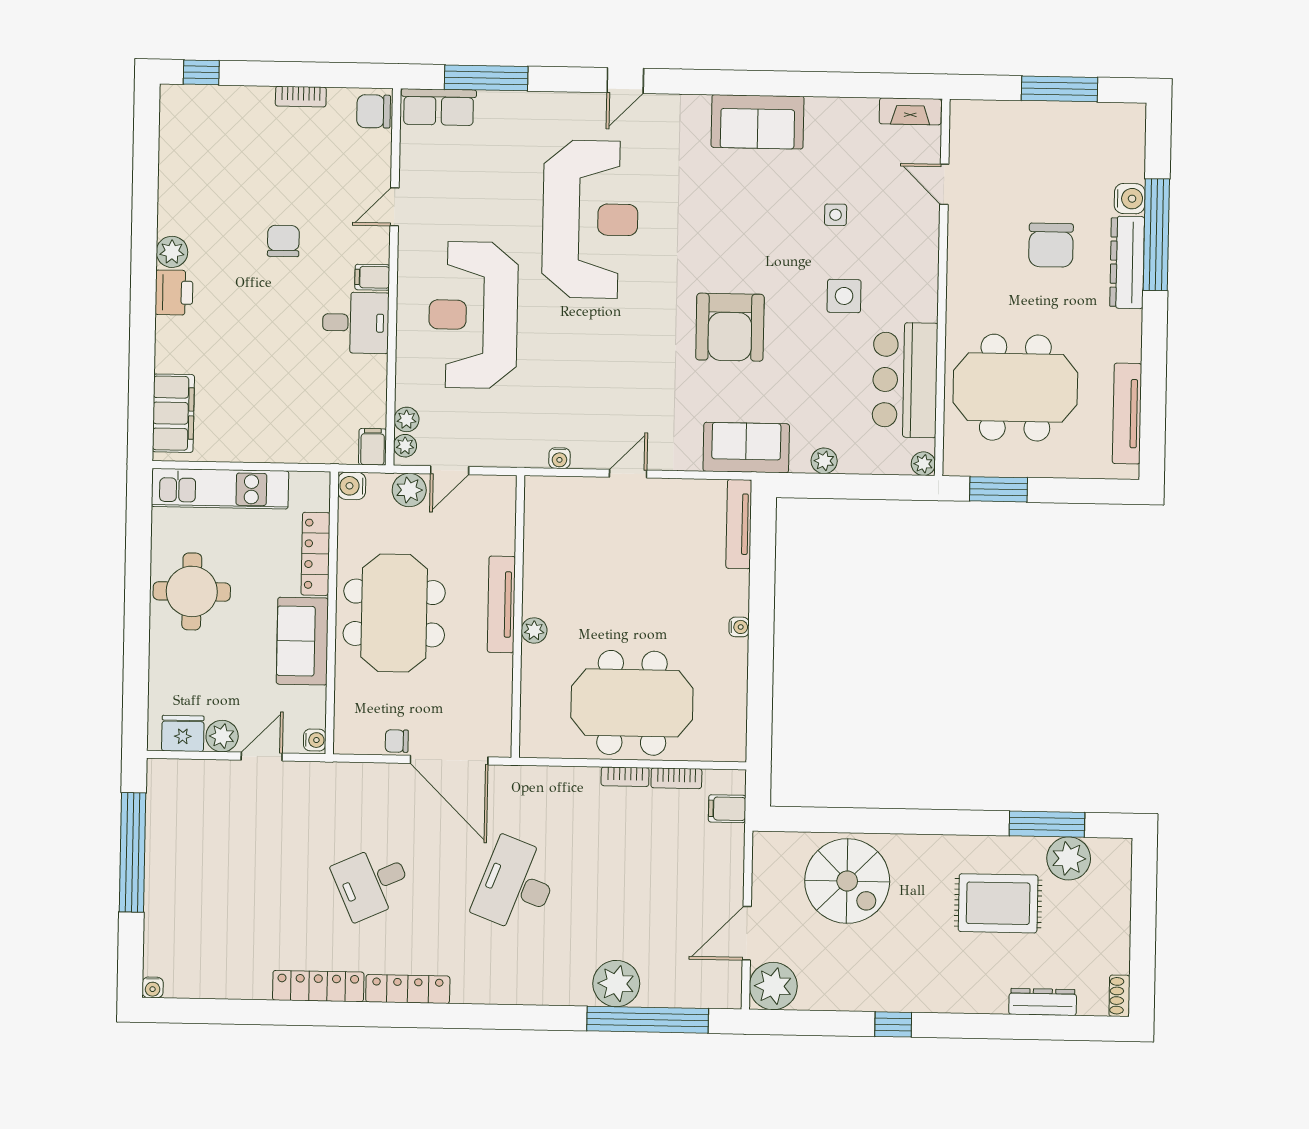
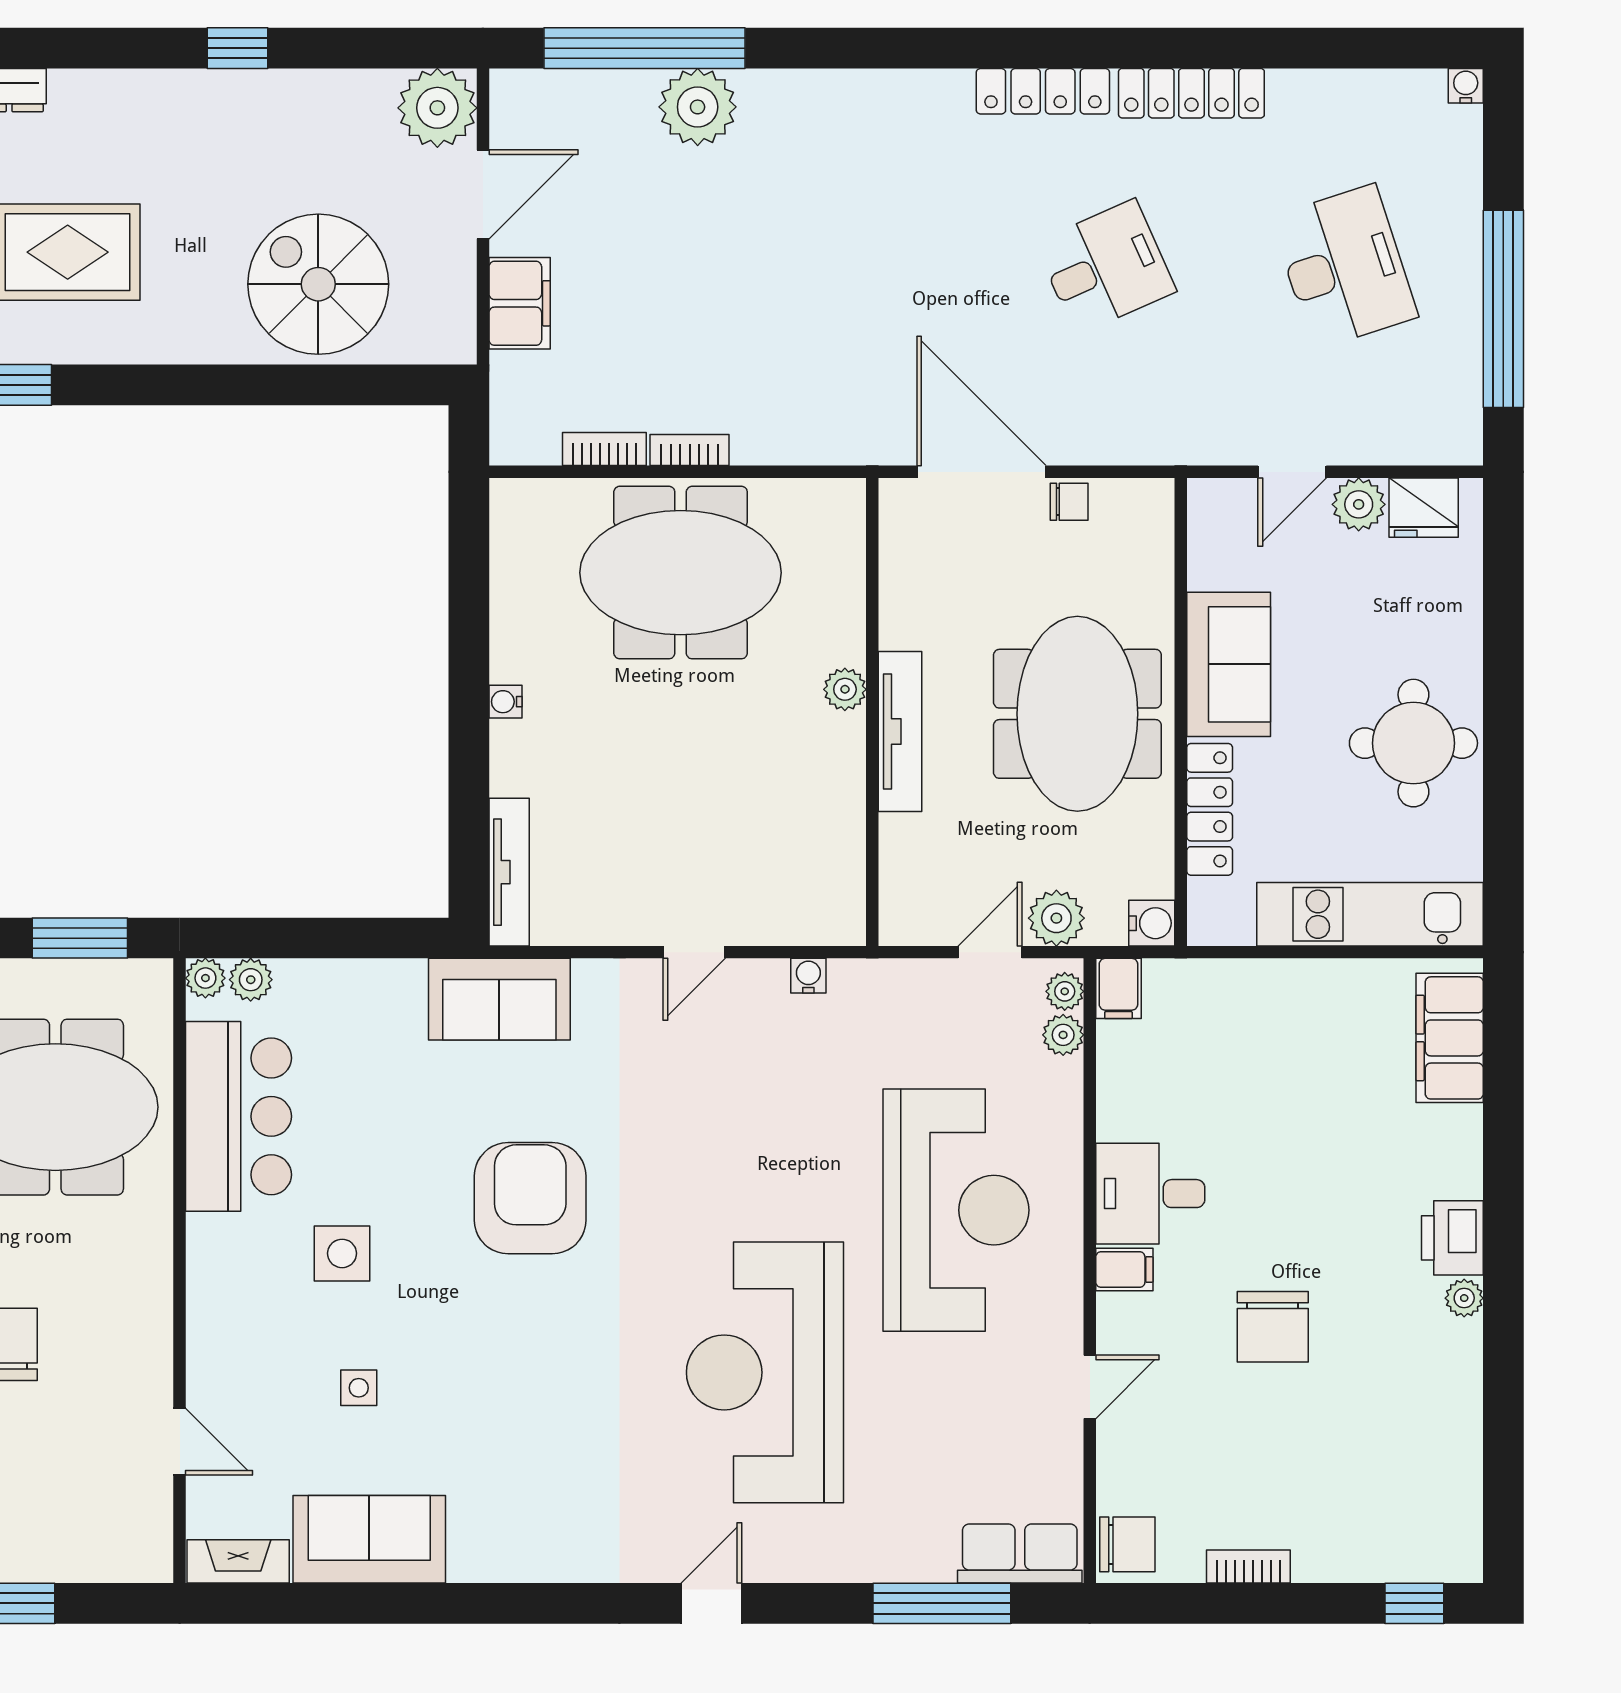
sofa: (758, 122) -> (369, 1539), moved
chair: (283, 241) -> (1273, 1327), width x1.37, depth x1.37
plant: (172, 252) -> (1464, 1298), width x0.73, depth x0.73
plant: (824, 461) -> (251, 980), moved
water cooler: (315, 740) -> (1205, 501), removed
filing cabinet: (727, 809) -> (520, 303), moved, width x2.00
desk: (516, 885) -> (1344, 267), moved, turned -39

